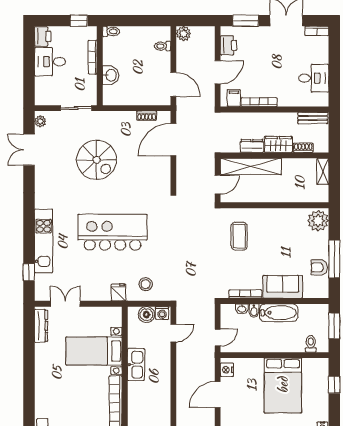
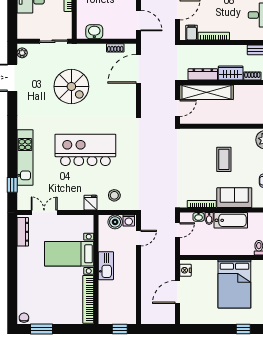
washbasin: (111, 75) -> (94, 32), moved, turned -90
dresser: (252, 146) -> (203, 74), width x1.44
coffee table: (239, 236) -> (224, 159), moved
door: (218, 337) -> (177, 230), moved

